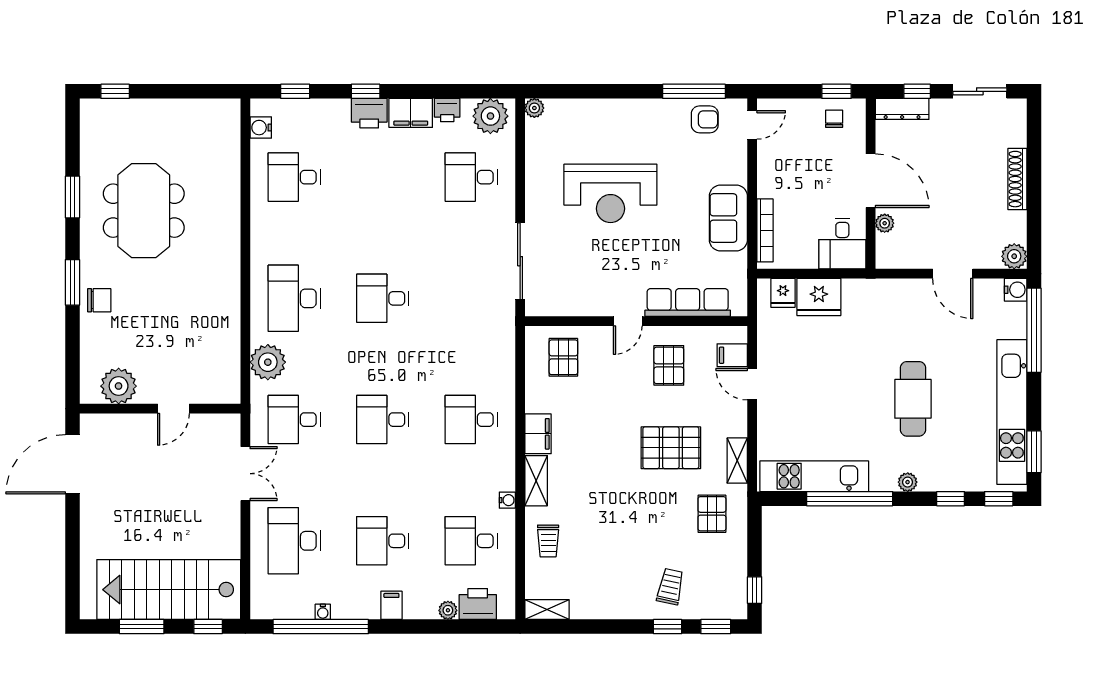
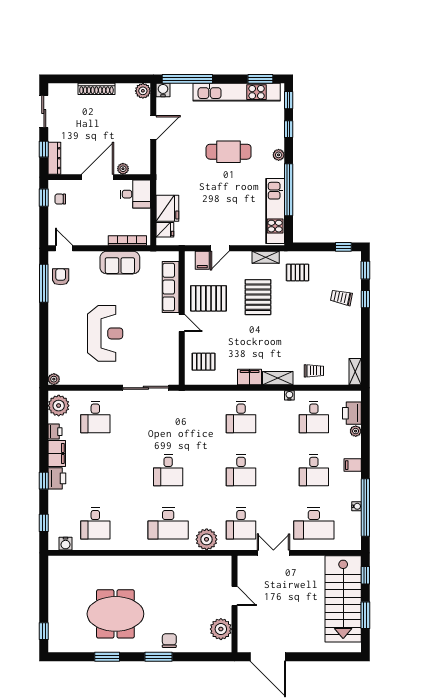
pallet: (669, 365) -> (208, 298), width x1.50, depth x1.42

